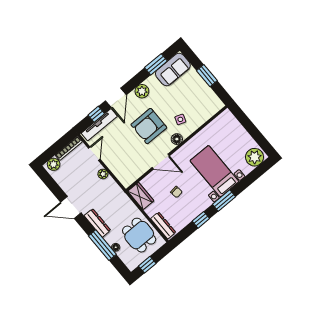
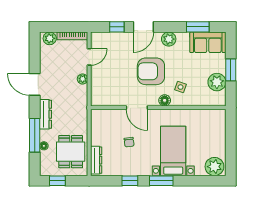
plant: (204, 93) -> (217, 82), added
tv unit: (99, 125) -> (112, 37), removed
wardrobe: (141, 196) -> (98, 122), removed

